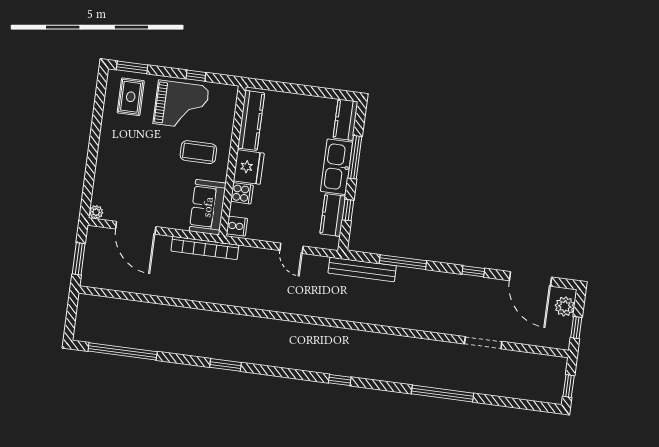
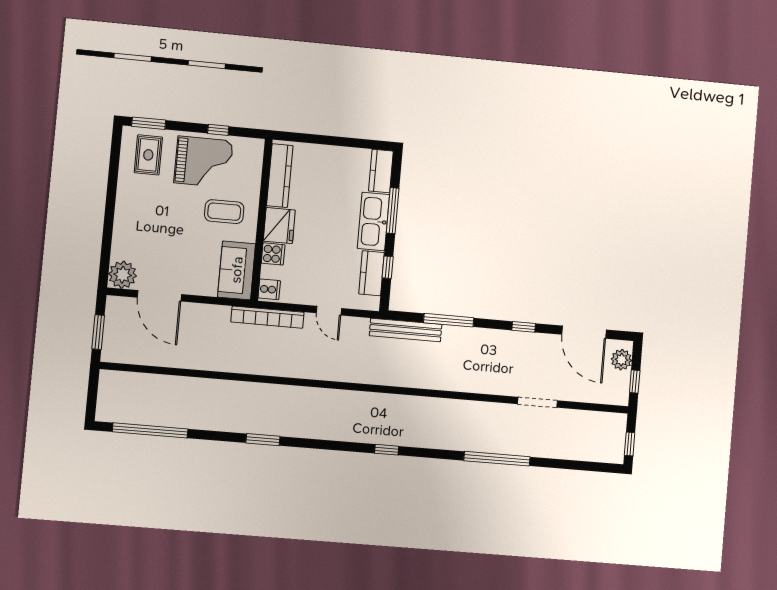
plant: (96, 212) -> (123, 275), width x1.87, depth x1.87
bookcase: (205, 248) -> (267, 317), moved

